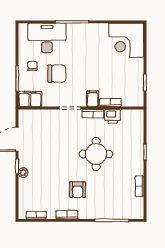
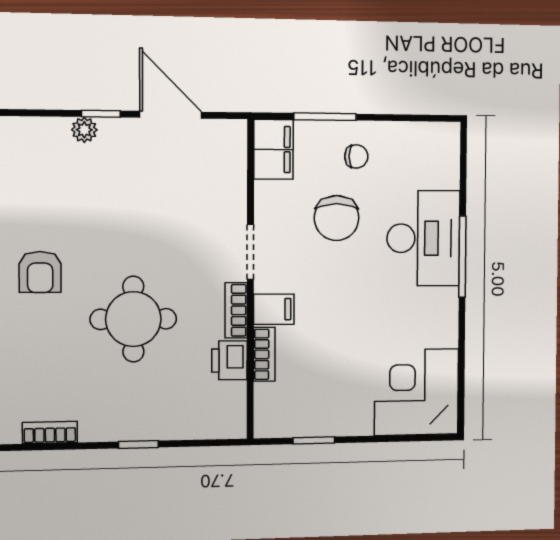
desk: (47, 38) -> (423, 238), moved
armchair: (78, 190) -> (40, 272), turned -90

